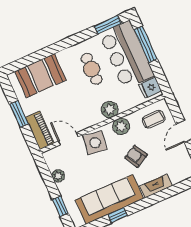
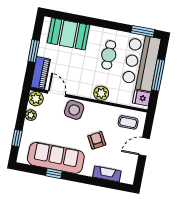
window: (146, 44) -> (158, 75), moved
plant: (121, 126) -> (36, 99), moved
fireplace: (156, 186) -> (107, 174), moved

